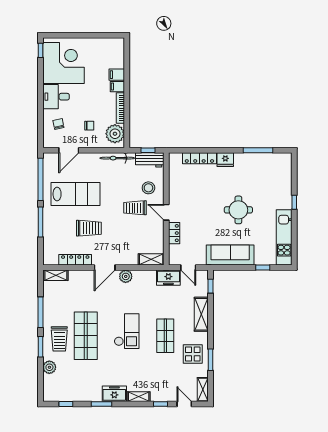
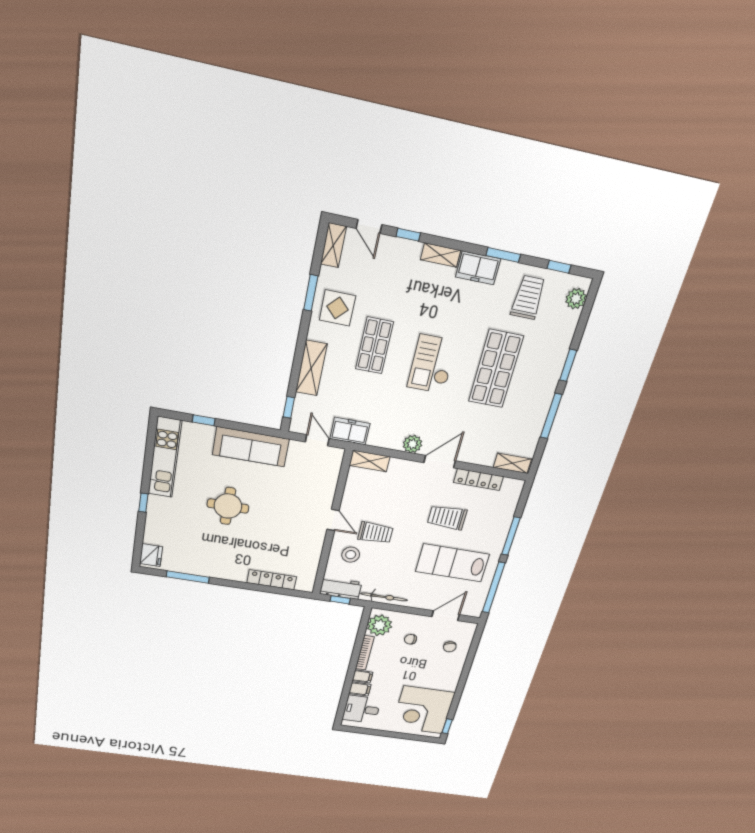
desk: (56, 97) -> (362, 709), moved, turned 180
fridge: (225, 160) -> (151, 555), moved, turned 90
locker: (174, 233) -> (328, 491), removed
trolley: (59, 339) -> (528, 297), moved
plant: (49, 367) -> (576, 299), moved

